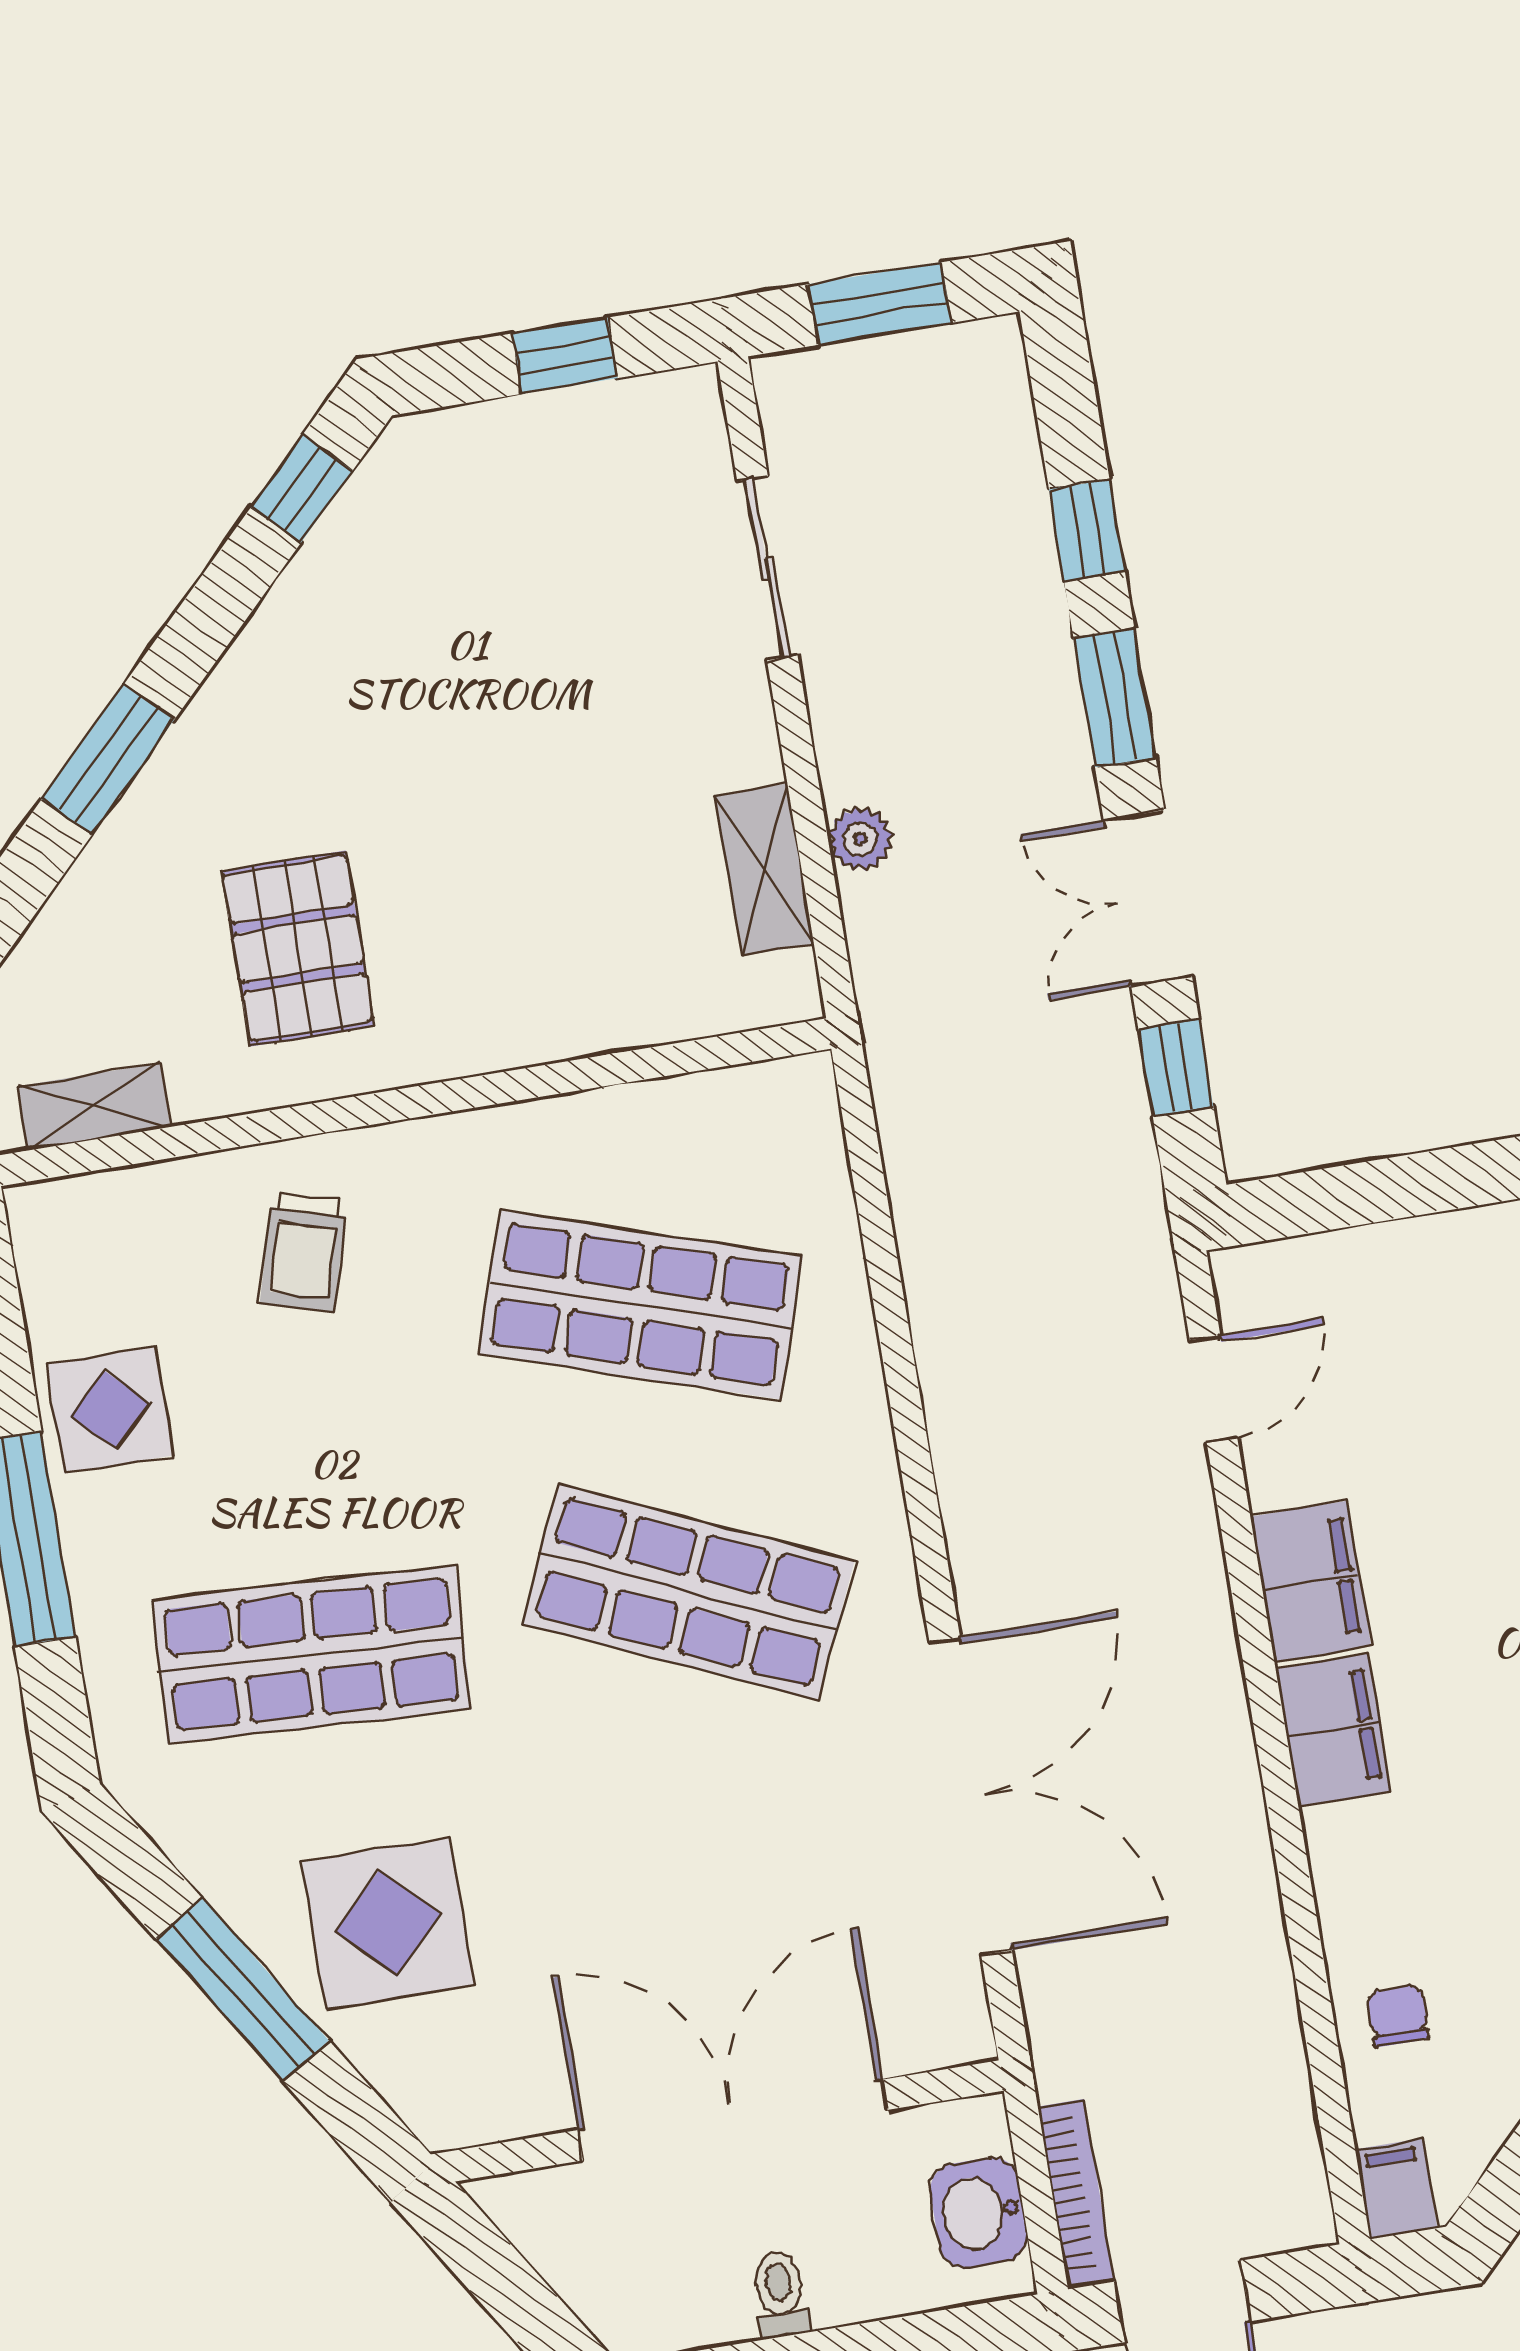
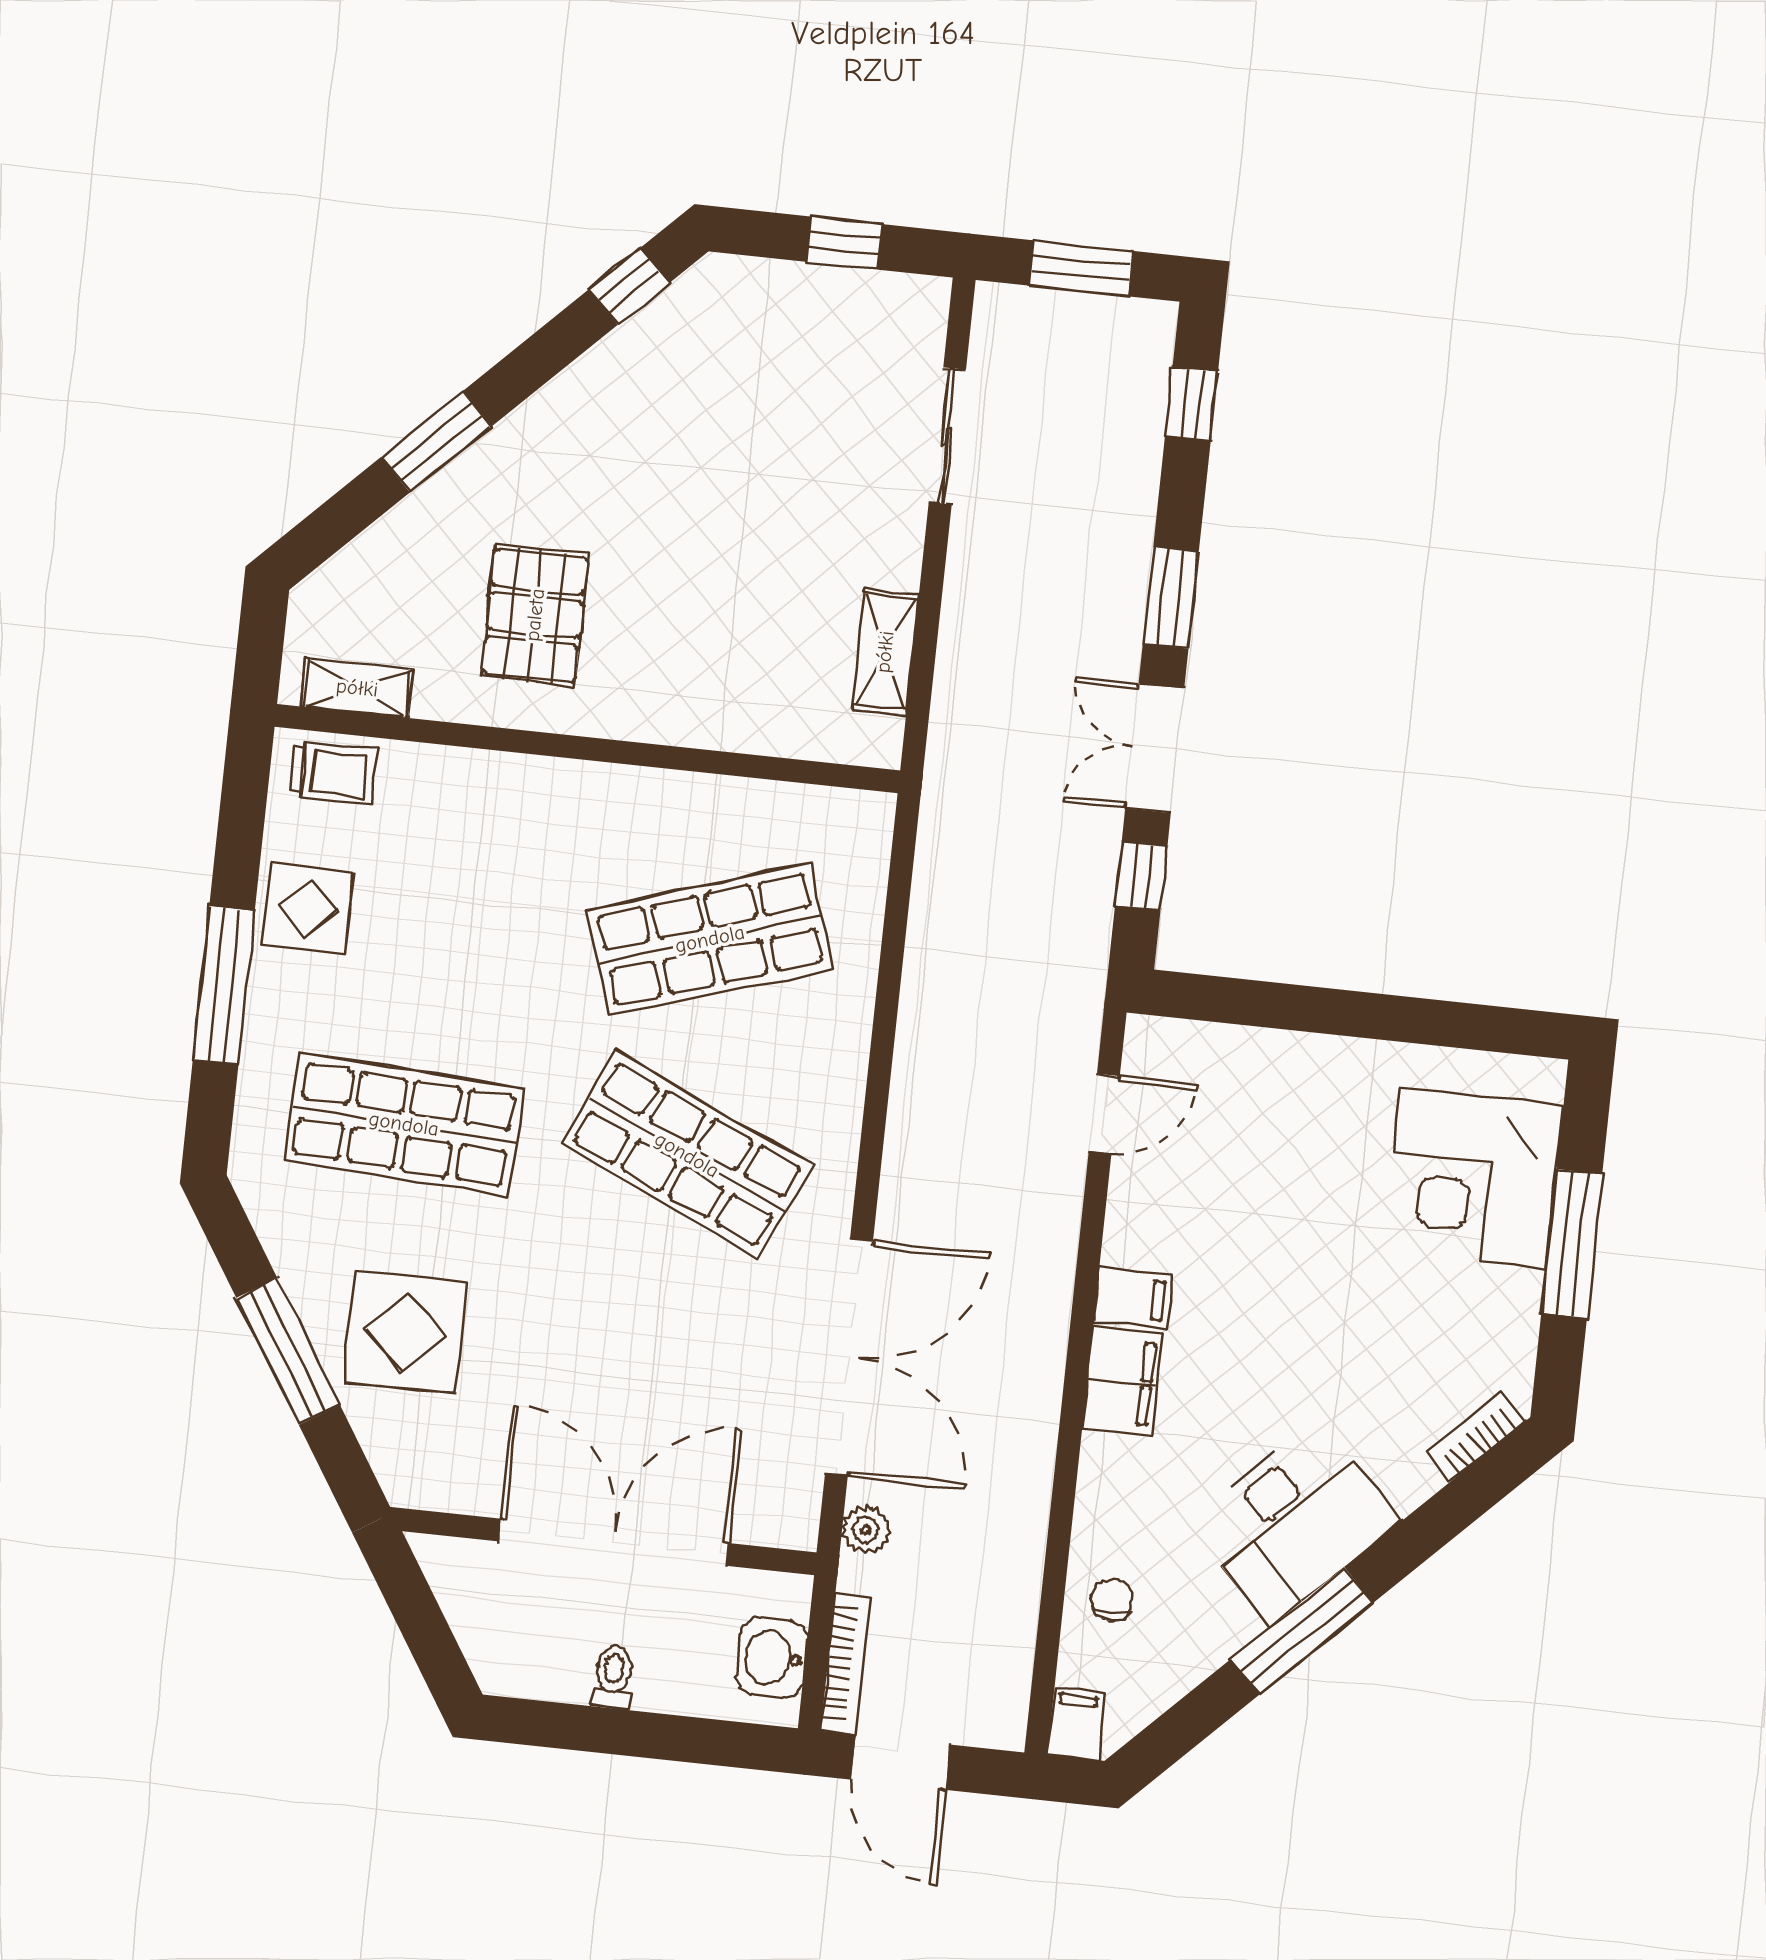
window: (1087, 530) -> (1192, 404), moved
plant: (860, 839) -> (866, 1530), moved
trolley: (303, 1252) -> (333, 773), moved, turned -106
shop shelf: (641, 1305) -> (710, 939), turned -36
filing cabinet: (1311, 1581) -> (1133, 1298), width x0.50

